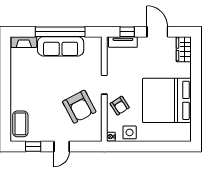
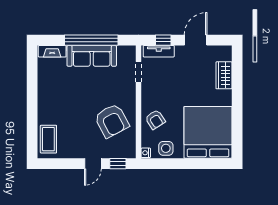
door: (157, 32) -> (196, 40), hinge flipped
wardrobe: (184, 49) -> (224, 75), moved
doorway: (104, 85) -> (139, 72), moved
bed: (167, 100) -> (208, 132), moved, turned 90
window: (33, 147) -> (118, 164), moved

